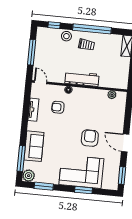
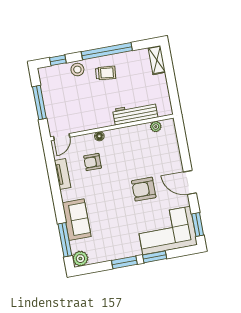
workbench: (82, 79) -> (135, 113), moved
door: (41, 82) -> (62, 137), swing flipped
armchair: (90, 138) -> (144, 189), turned -90
corner sofa: (81, 172) -> (167, 230), moved
window: (44, 186) -> (124, 262), moved

